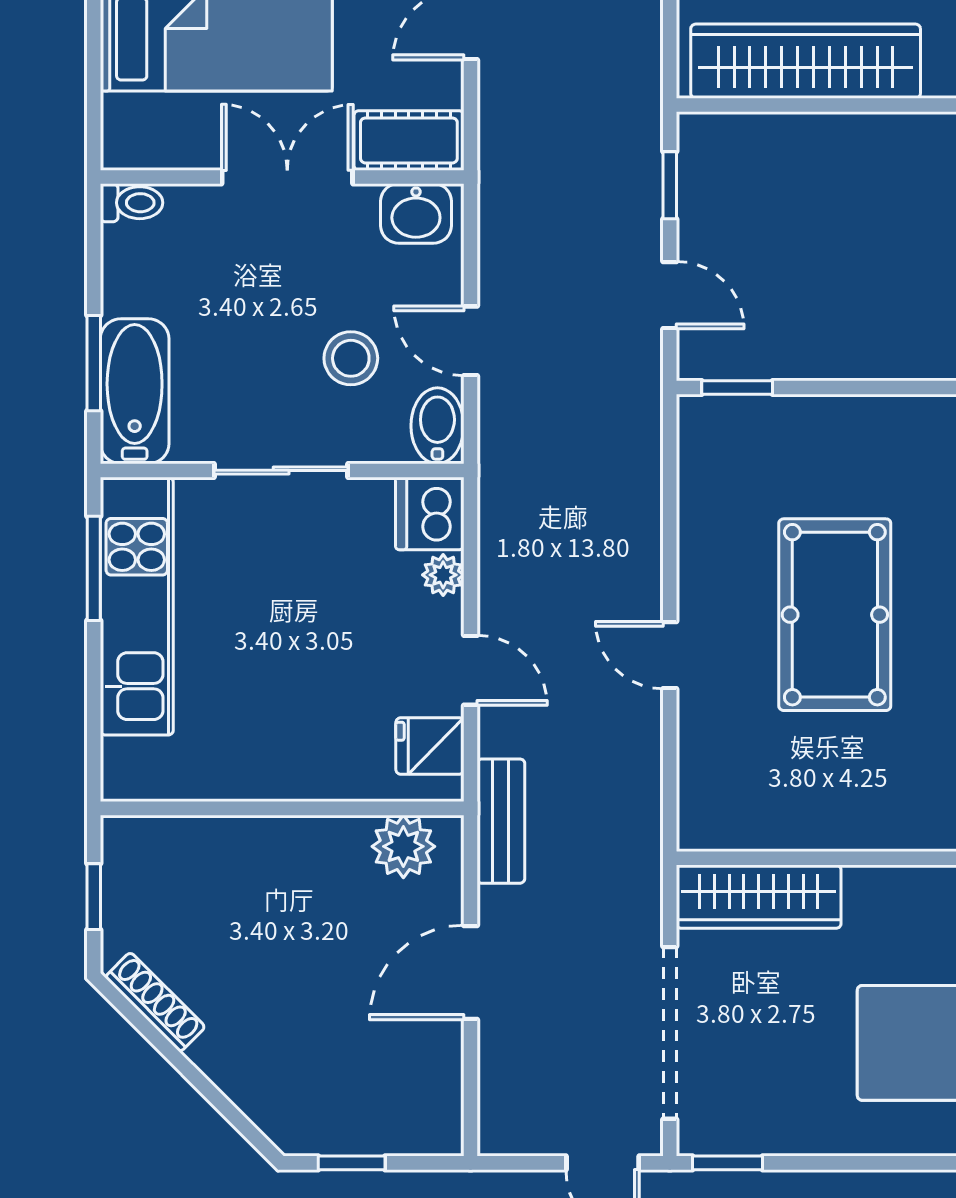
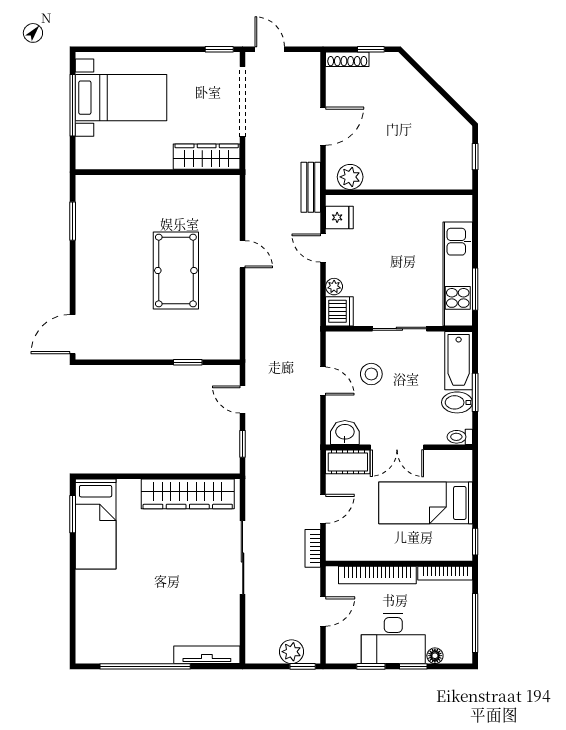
window: (94, 363) -> (475, 392), moved
window: (737, 387) -> (188, 362), moved
bidet: (437, 426) -> (457, 402), moved, turned 90
shoe rack: (155, 1002) -> (347, 59), moved, turned -45

